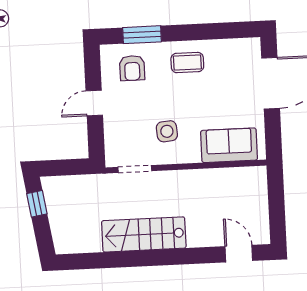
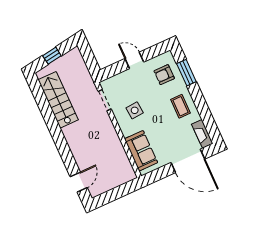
fireplace: (240, 47) -> (202, 134), added
window: (37, 204) -> (52, 56), moved
stairs: (144, 234) -> (58, 100), moved

